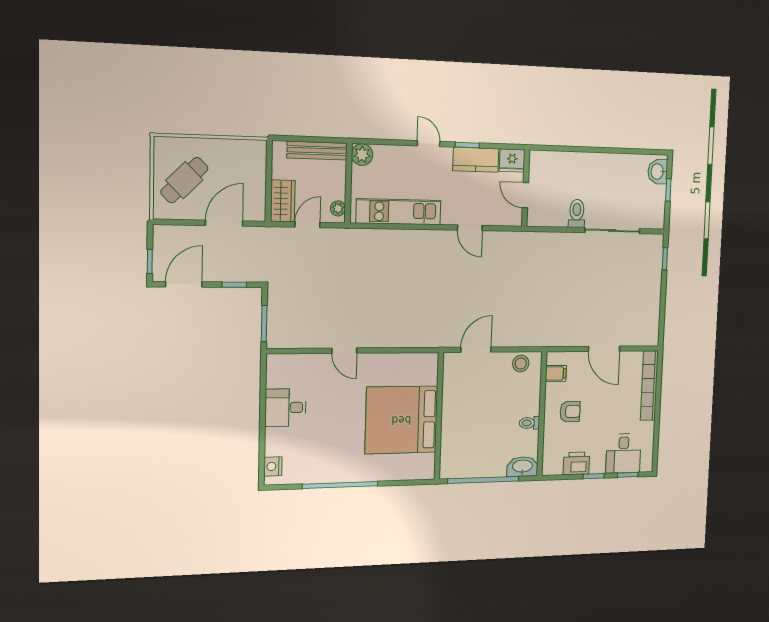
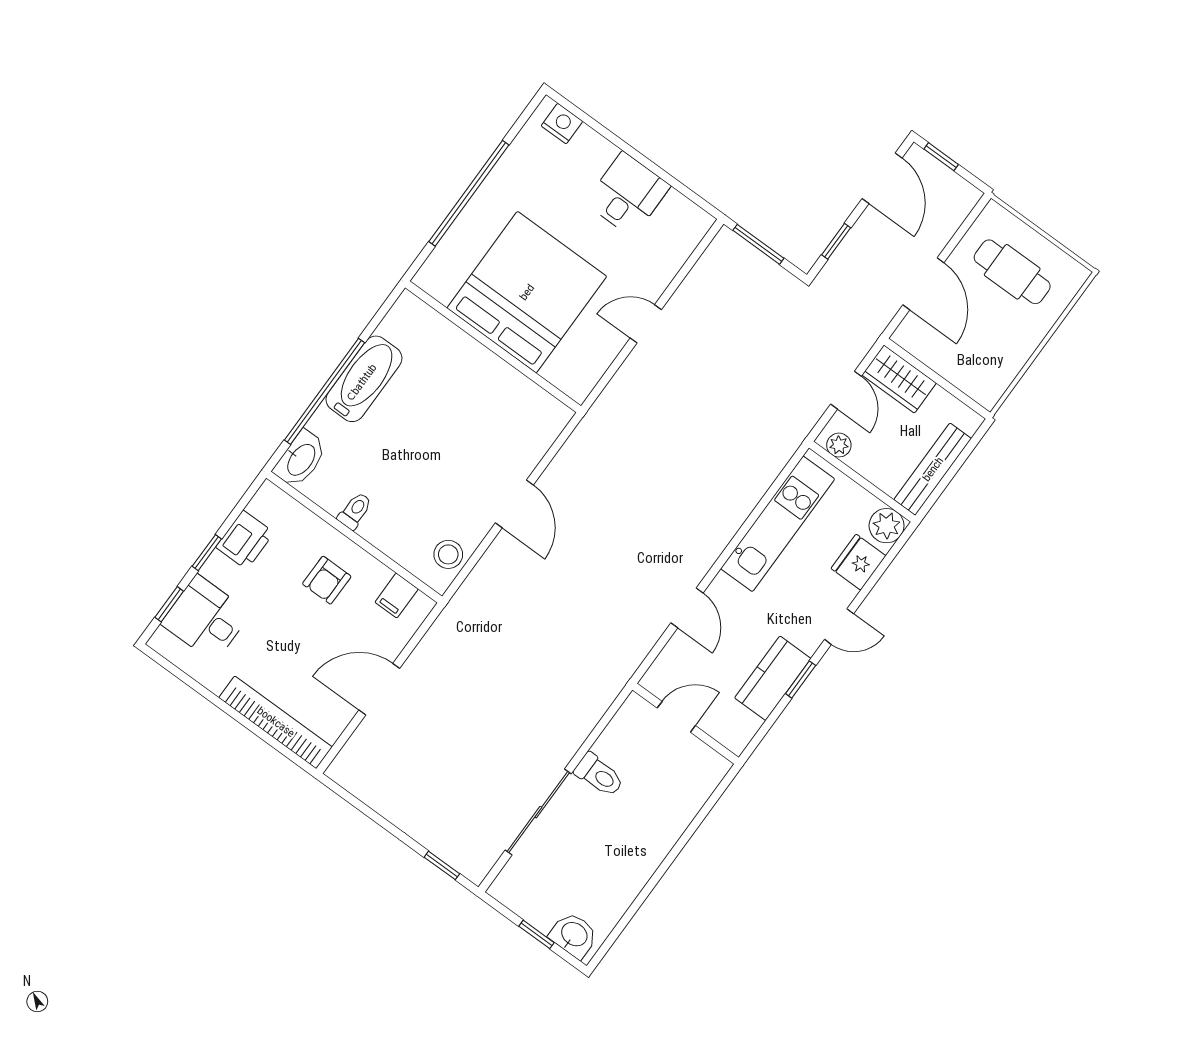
fridge: (512, 160) -> (858, 562), moved
cafe table: (184, 180) -> (1012, 272), turned -45
door: (470, 228) -> (687, 608), swing flipped
wall: (439, 416) -> (493, 347), moved
bed: (401, 420) -> (527, 292), moved
bathtub: (465, 466) -> (364, 379), added

